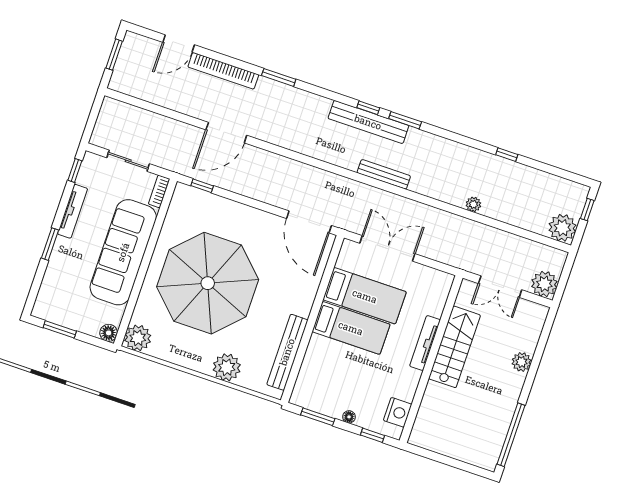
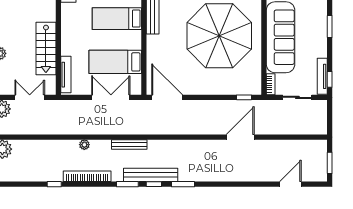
bookcase: (223, 71) -> (87, 176), moved
window: (279, 77) -> (183, 184), moved
plant: (473, 204) -> (84, 145), moved
tv unit: (73, 211) -> (322, 76), moved
double door: (387, 248) -> (111, 97), swing flipped
bed: (351, 328) -> (117, 19), moved
tv unit: (425, 343) -> (66, 75), moved

